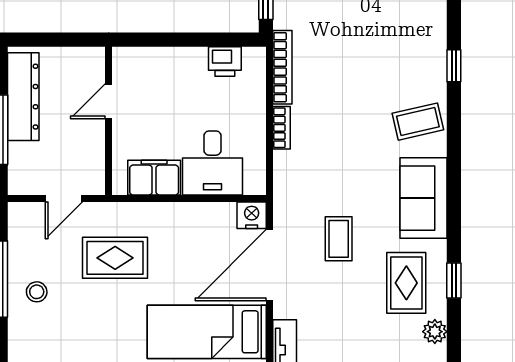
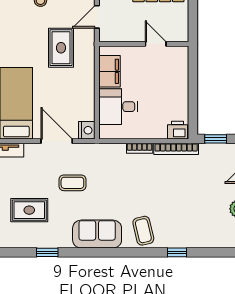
printer: (225, 61) -> (177, 130), moved, turned 90
door: (64, 199) -> (97, 17), hinge flipped
door: (270, 265) -> (57, 141), width x0.73
rug: (406, 283) -> (29, 210), moved
plant: (435, 332) -> (16, 241), removed

